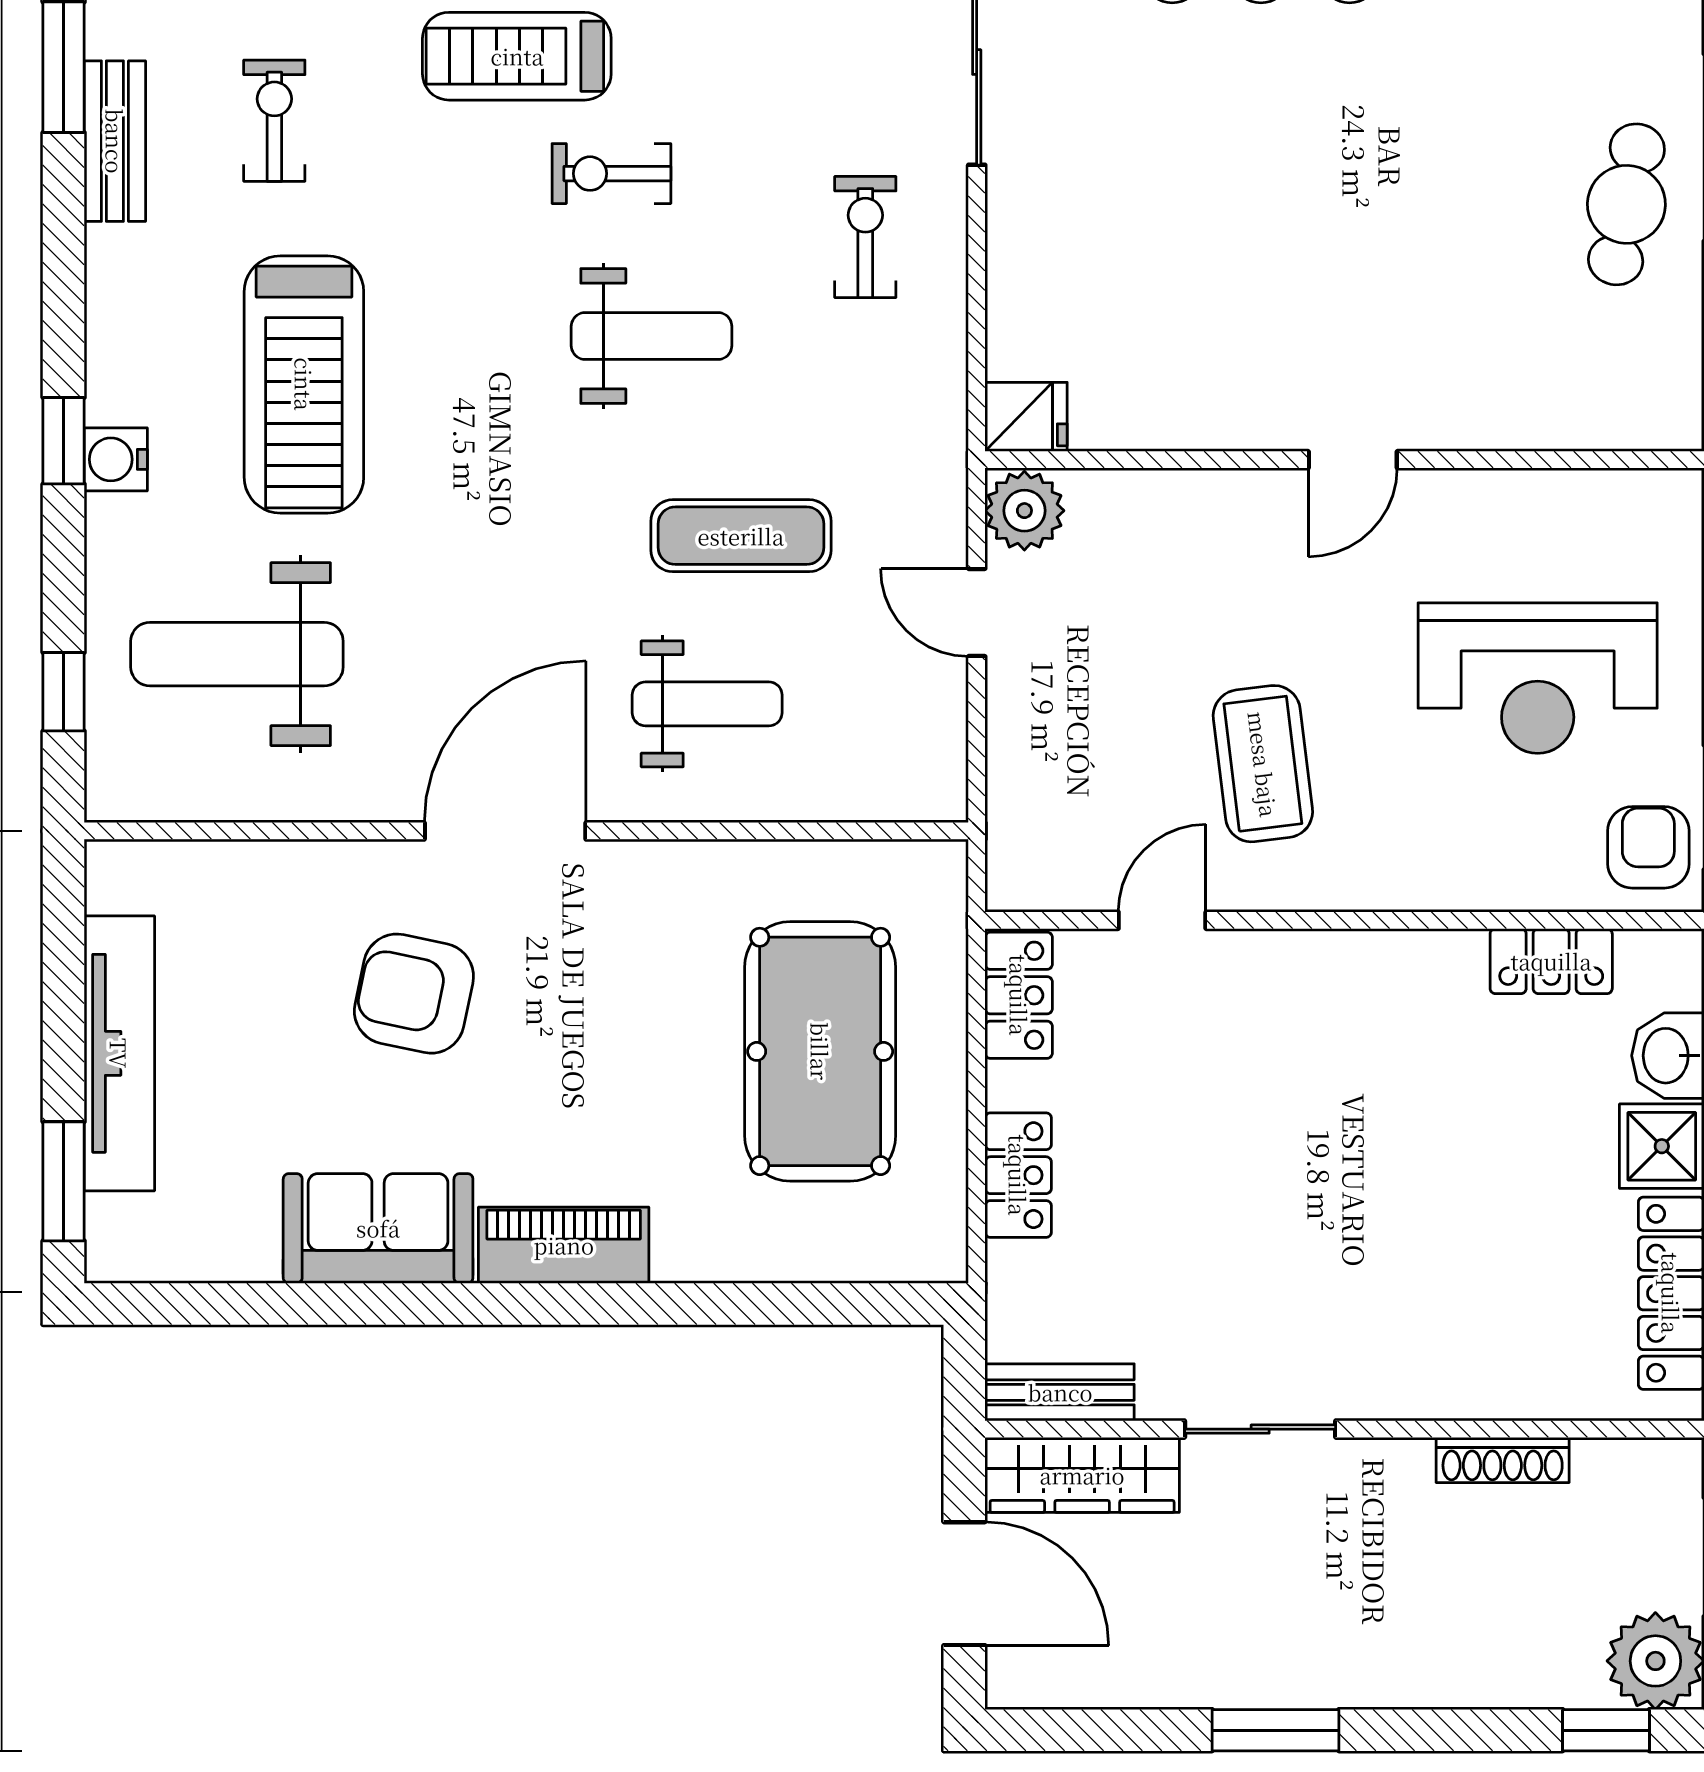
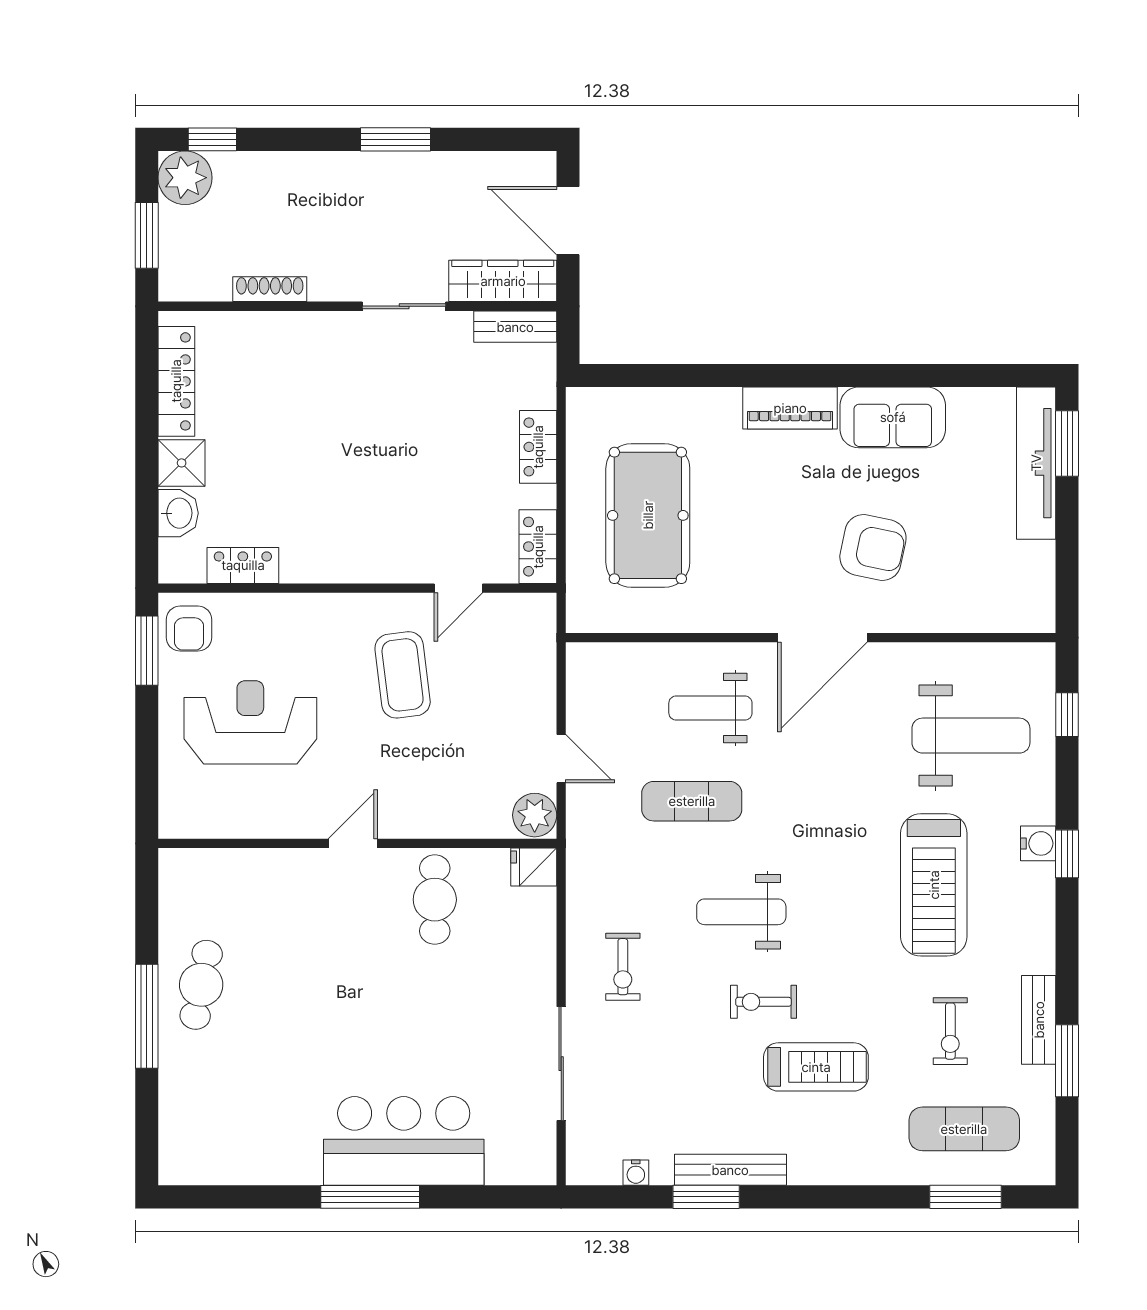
exercise bike: (611, 174) -> (764, 1002), turned 180
cafe table: (1205, 358) -> (435, 900), added
treadmill: (304, 384) -> (934, 885), turned 180
tv unit: (119, 1053) -> (1036, 463), moved

